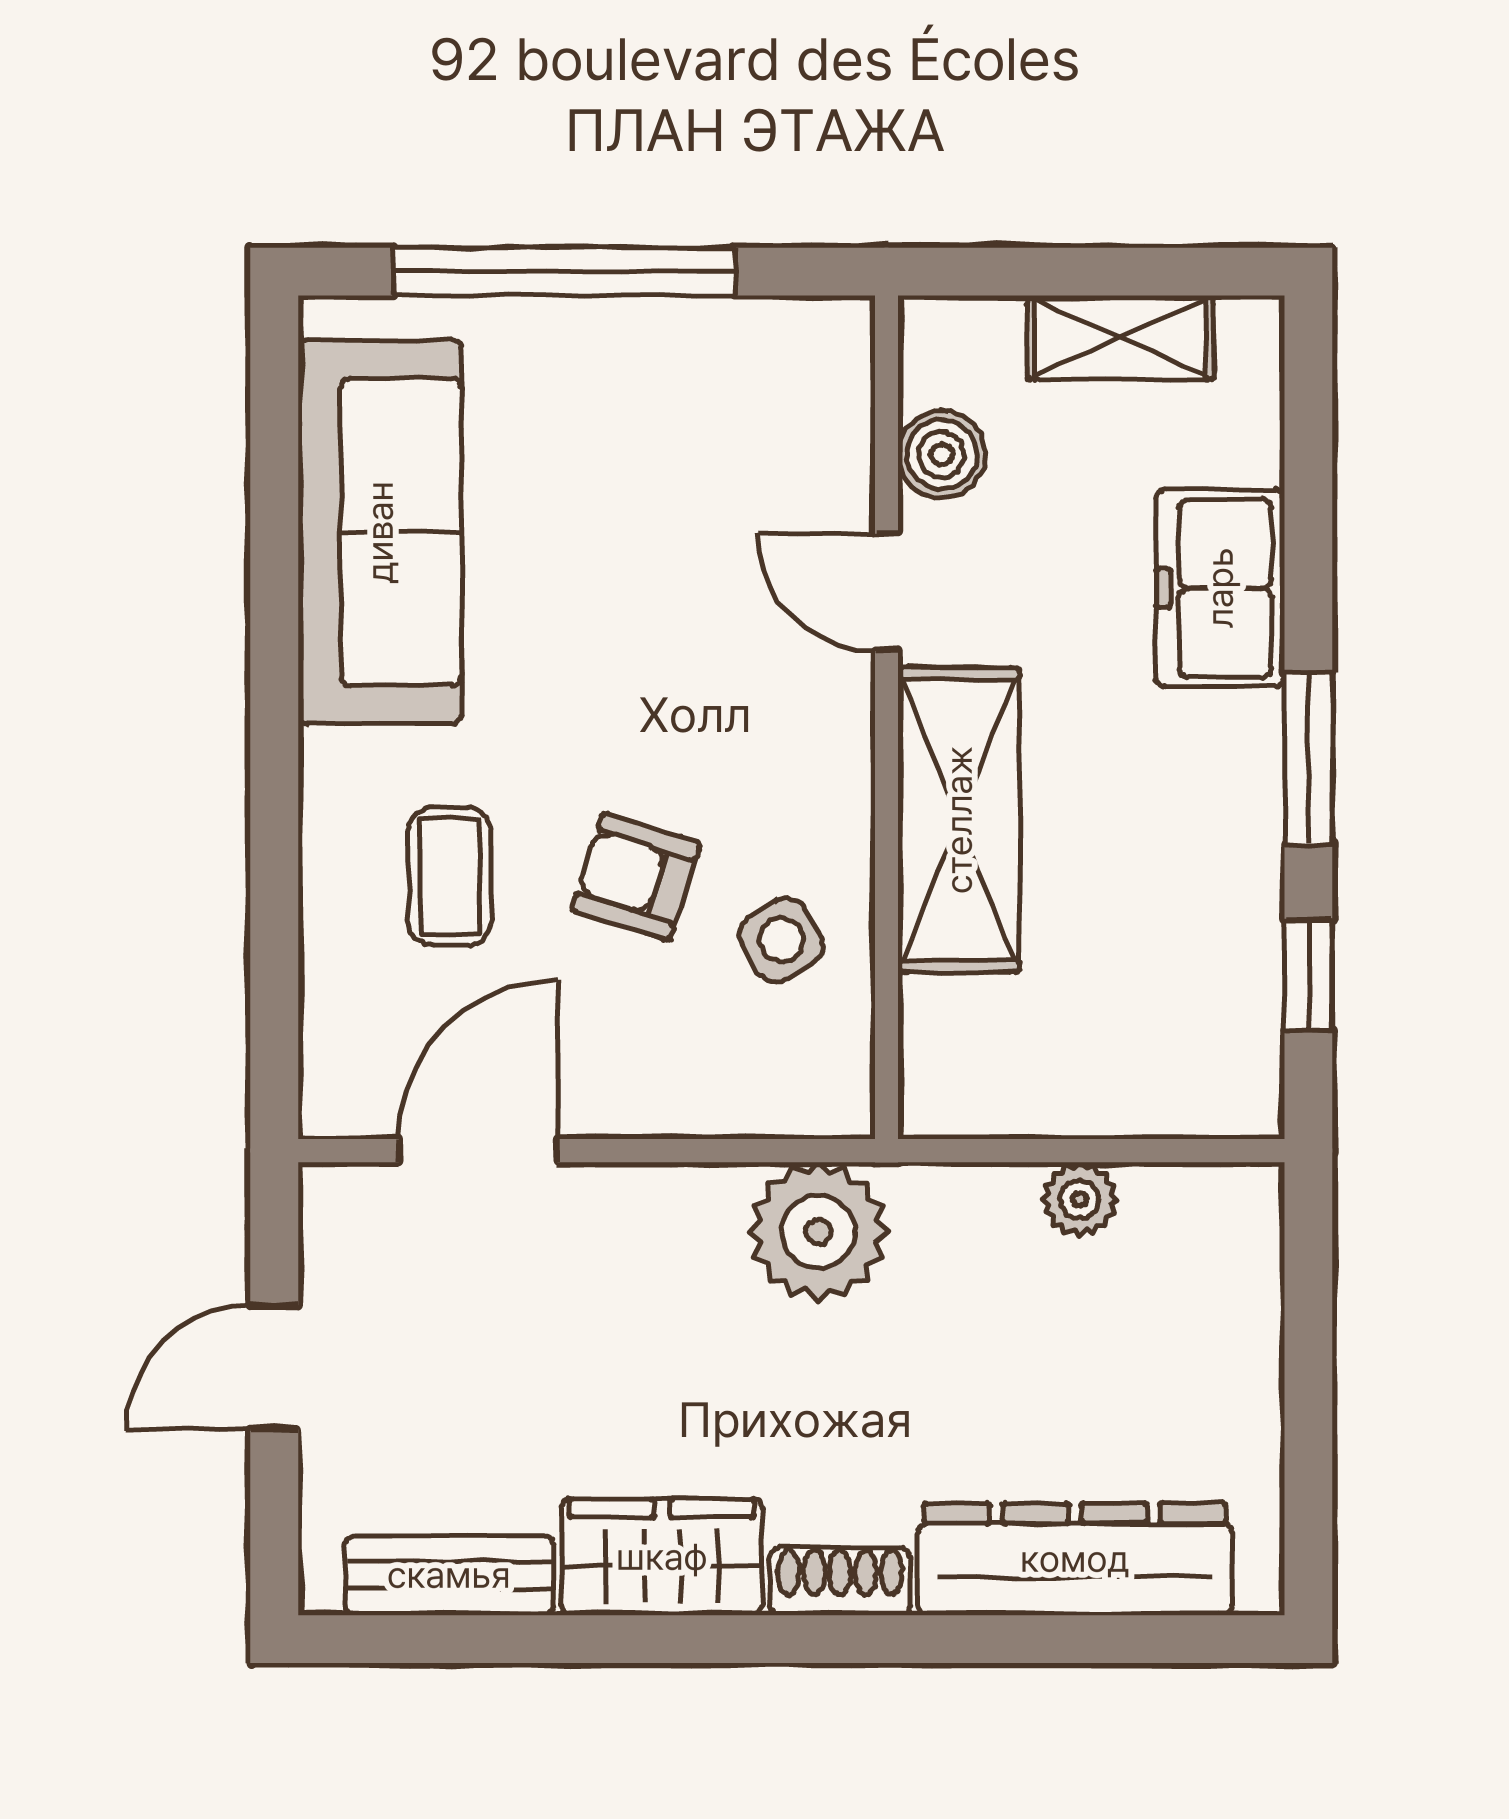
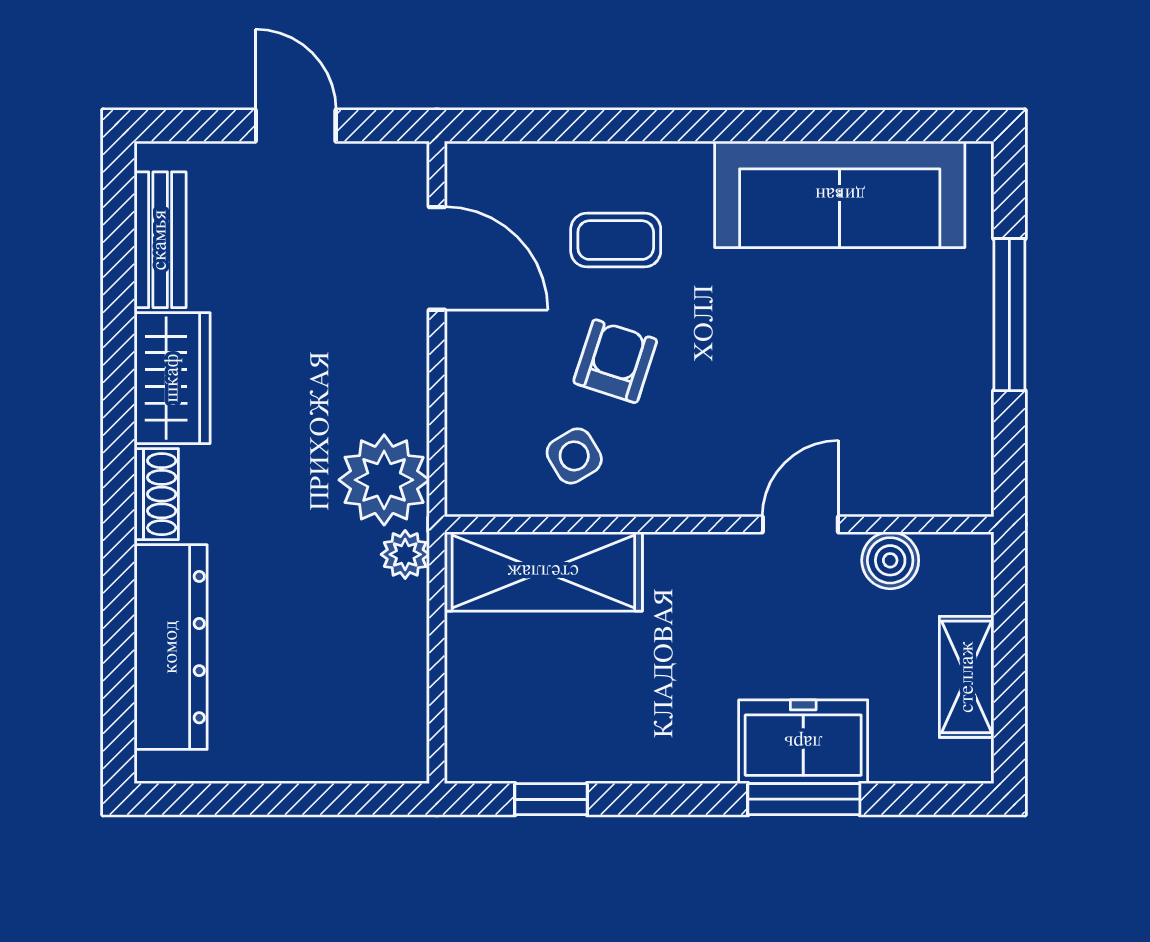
window: (564, 272) -> (1009, 315), width x0.68
window: (1308, 758) -> (804, 799), moved
shelving: (959, 820) -> (543, 571), moved
plant: (1080, 1199) -> (405, 554), moved

